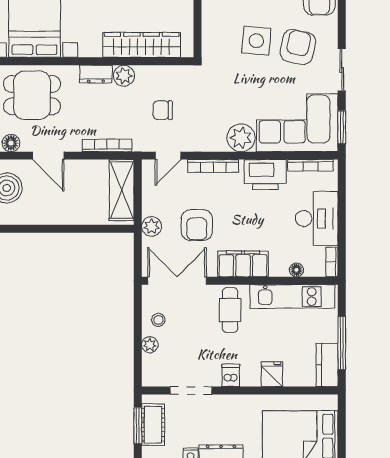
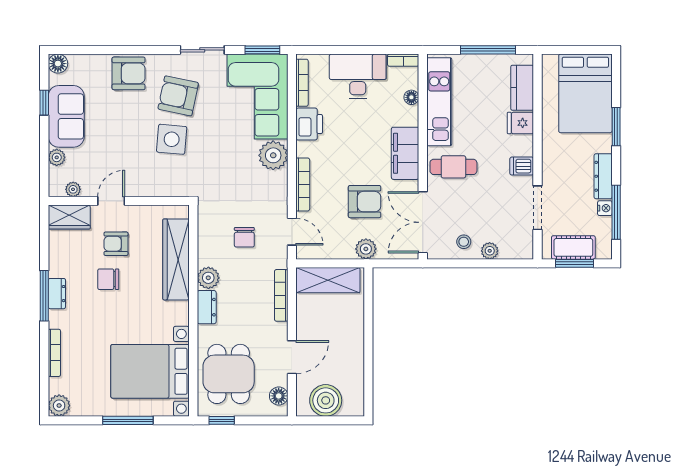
printer: (265, 175) -> (309, 124), width x0.73, depth x0.84
kitchen counter: (327, 365) -> (522, 88), moved, turned 90

